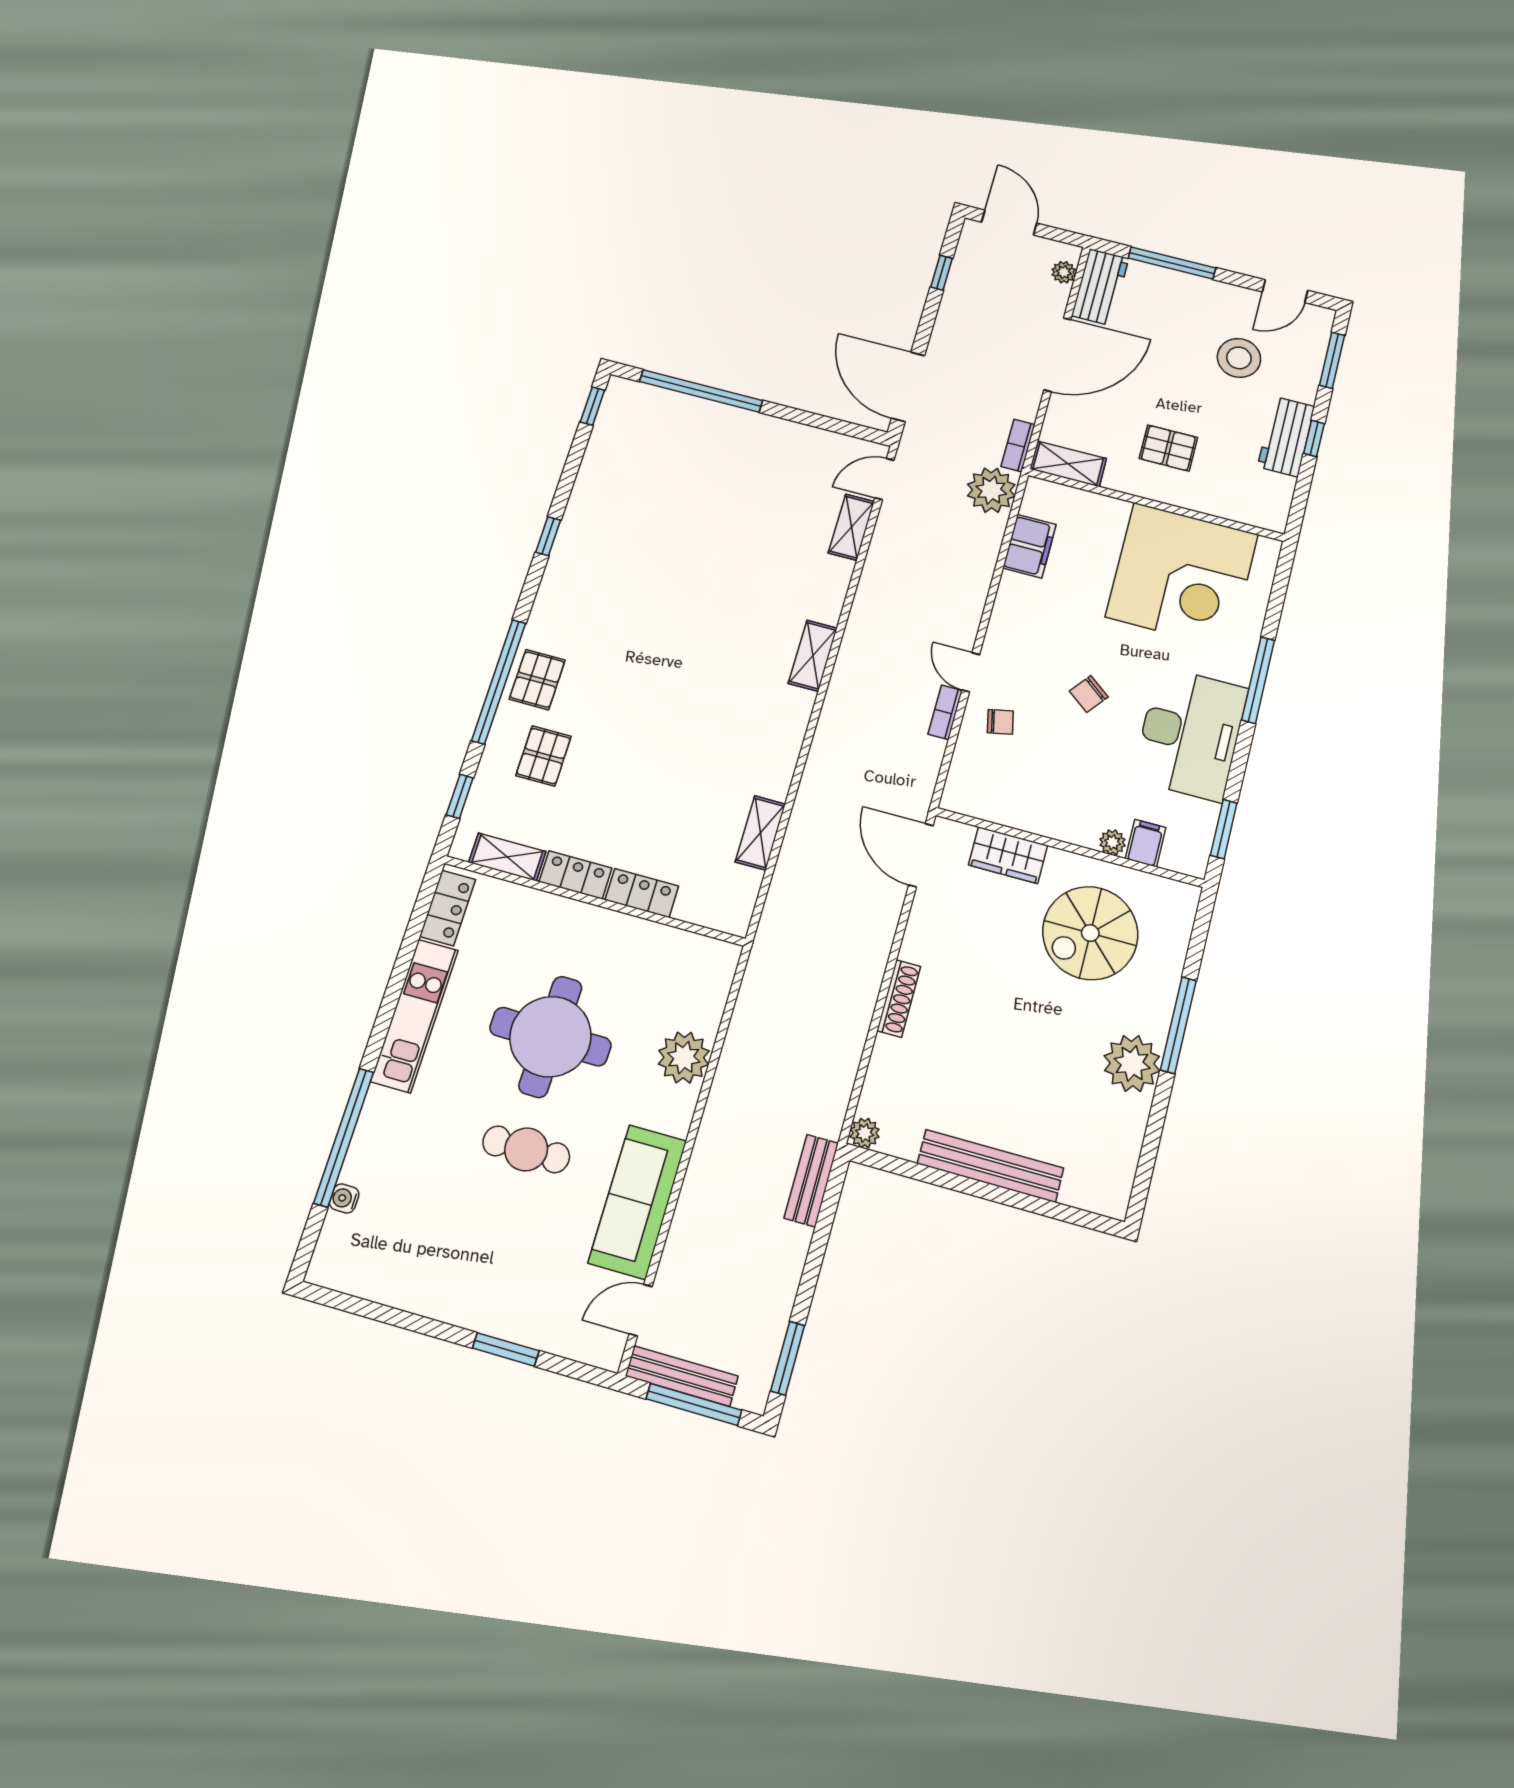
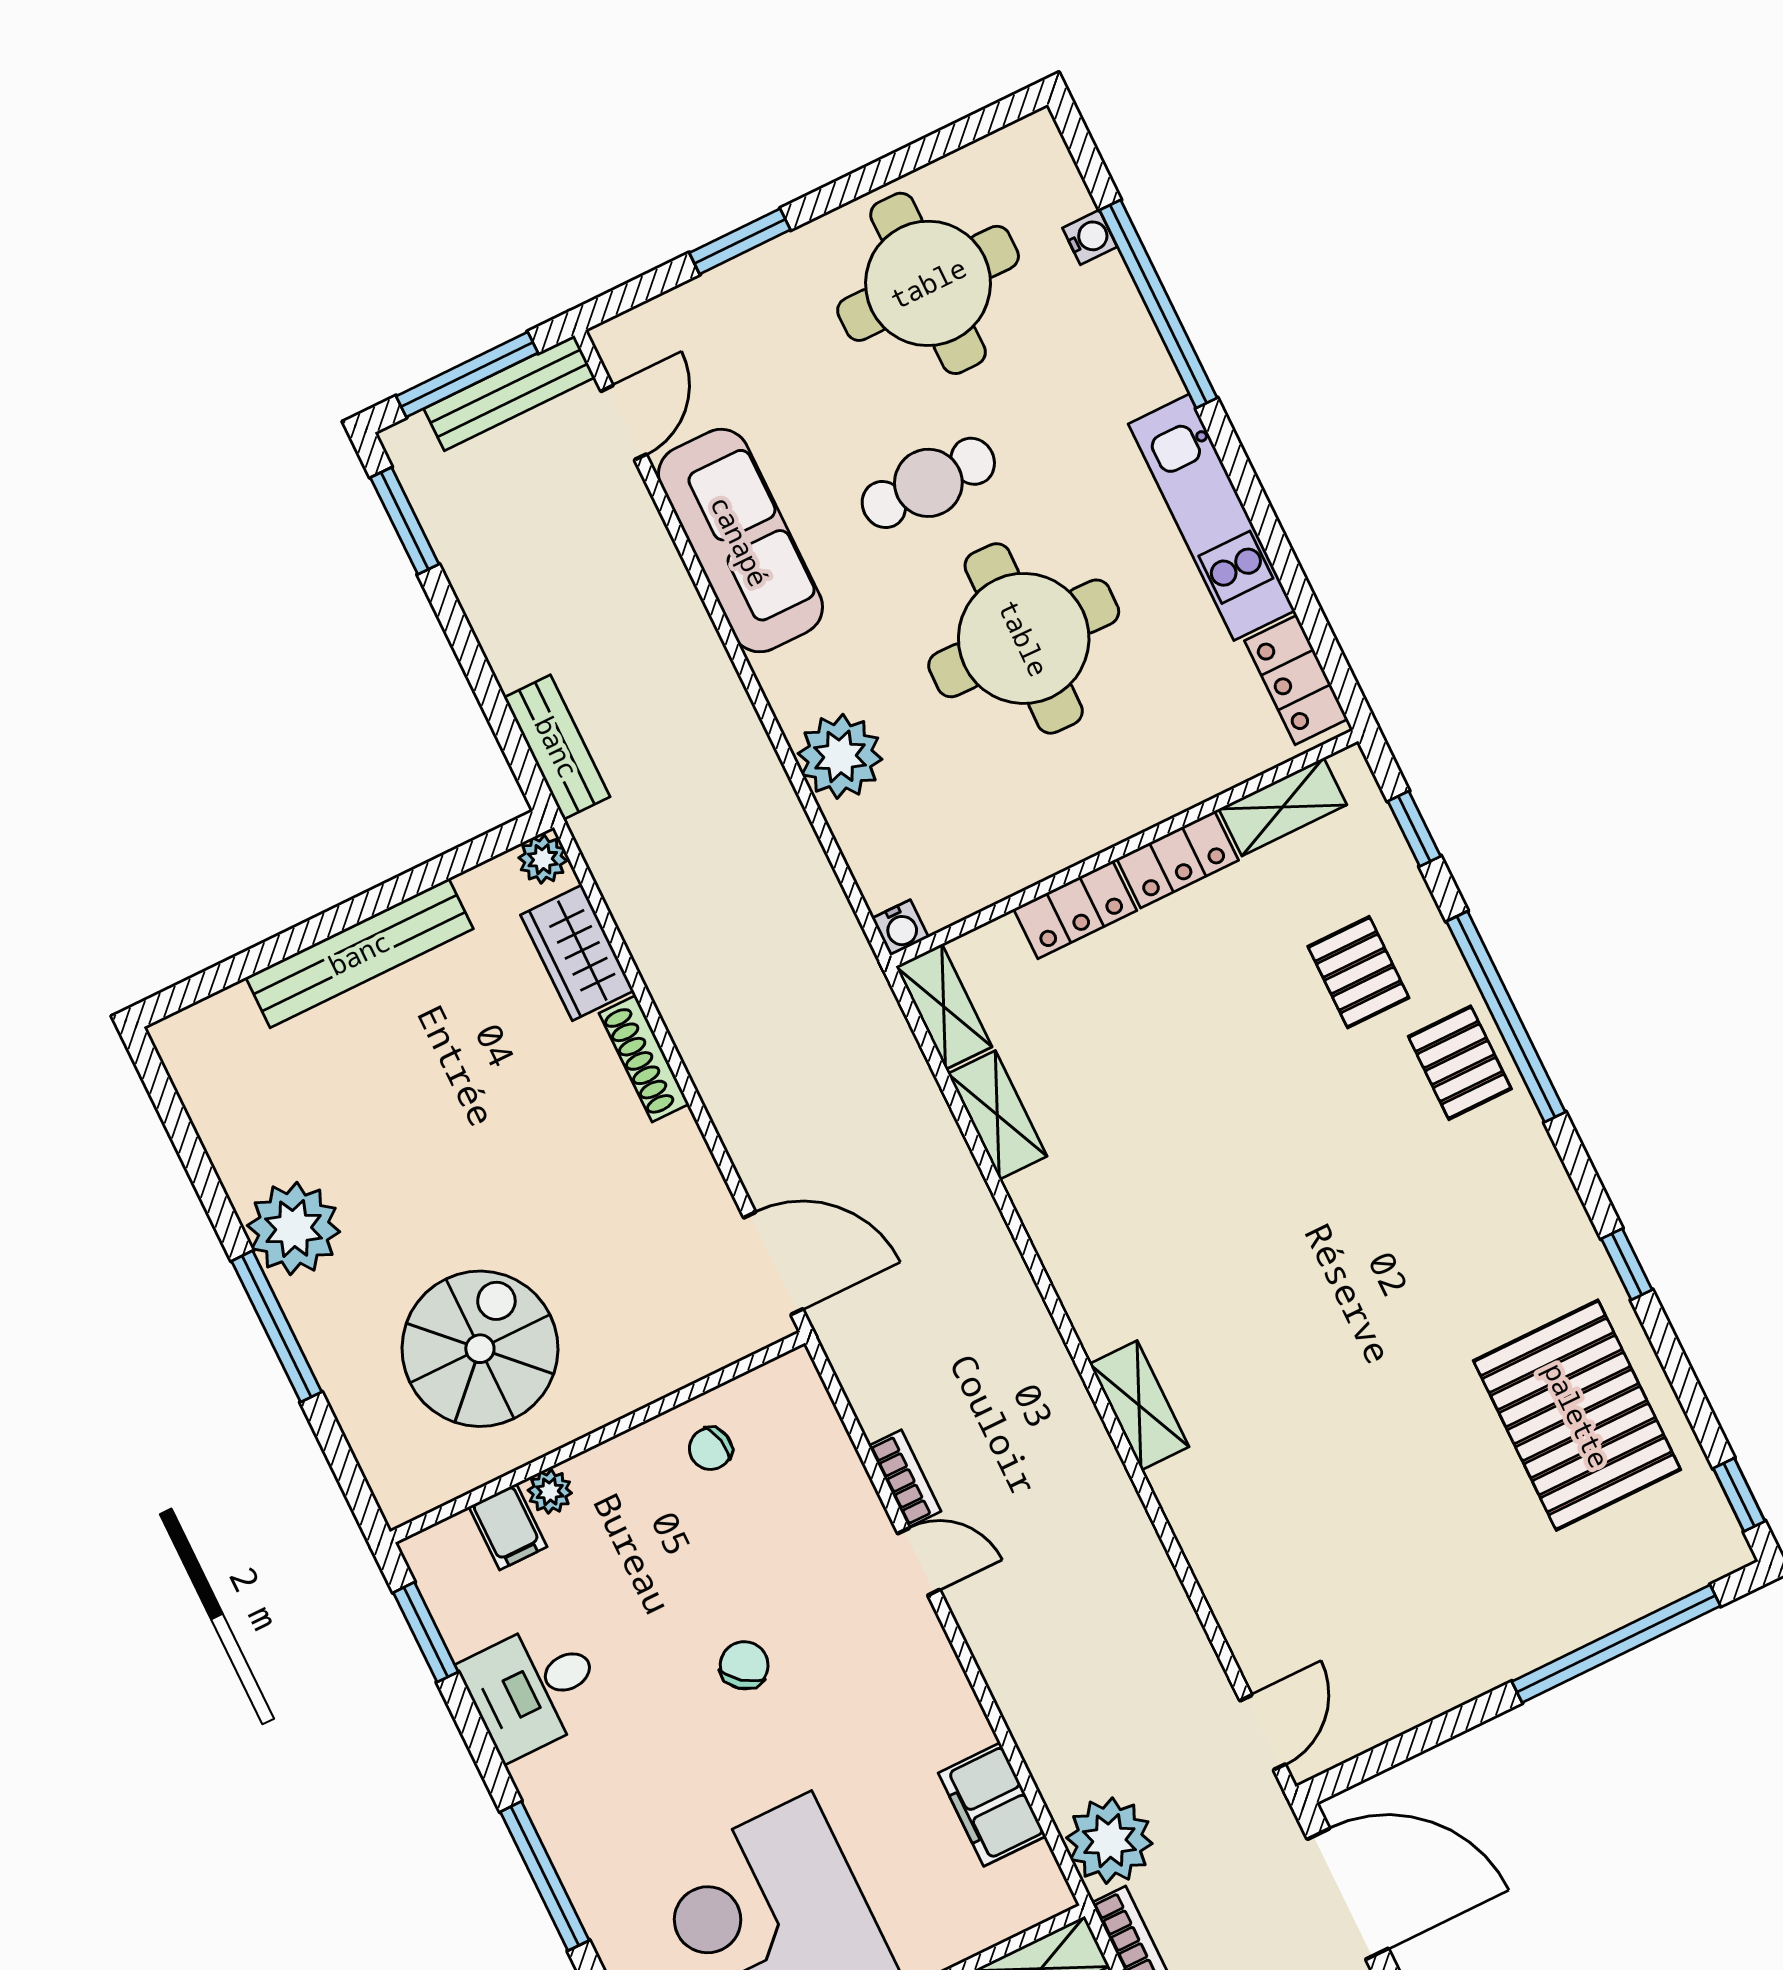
pallet: (629, 494) -> (1577, 1415), added
shelving: (851, 527) -> (944, 1007), moved
chair: (1000, 722) -> (710, 1449), moved
desk: (1190, 734) -> (534, 1688), width x0.53, depth x0.77
wardrobe: (1008, 855) -> (577, 953), moved, turned -90
water cooler: (727, 954) -> (901, 928), added
round table: (438, 1246) -> (928, 283), added

